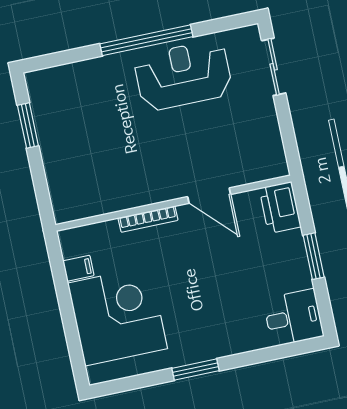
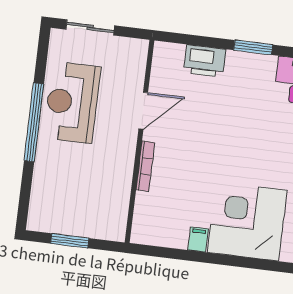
door: (209, 196) -> (143, 111), moved
wall: (173, 203) -> (139, 141), moved
bookcase: (148, 219) -> (145, 166), moved

